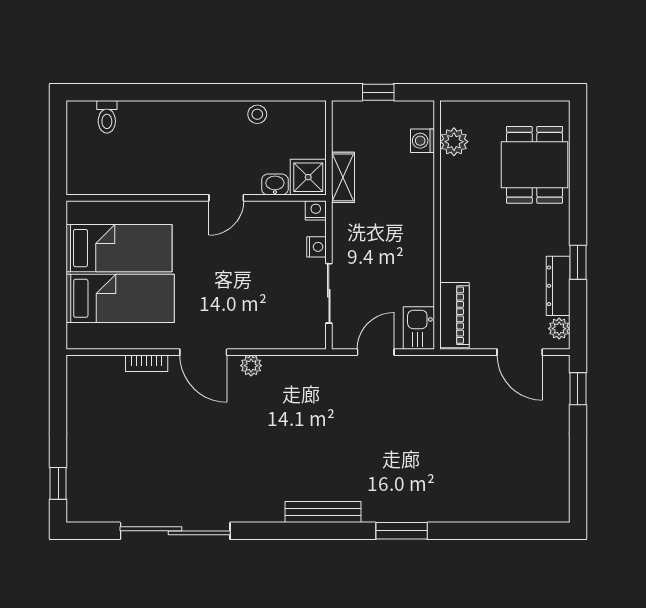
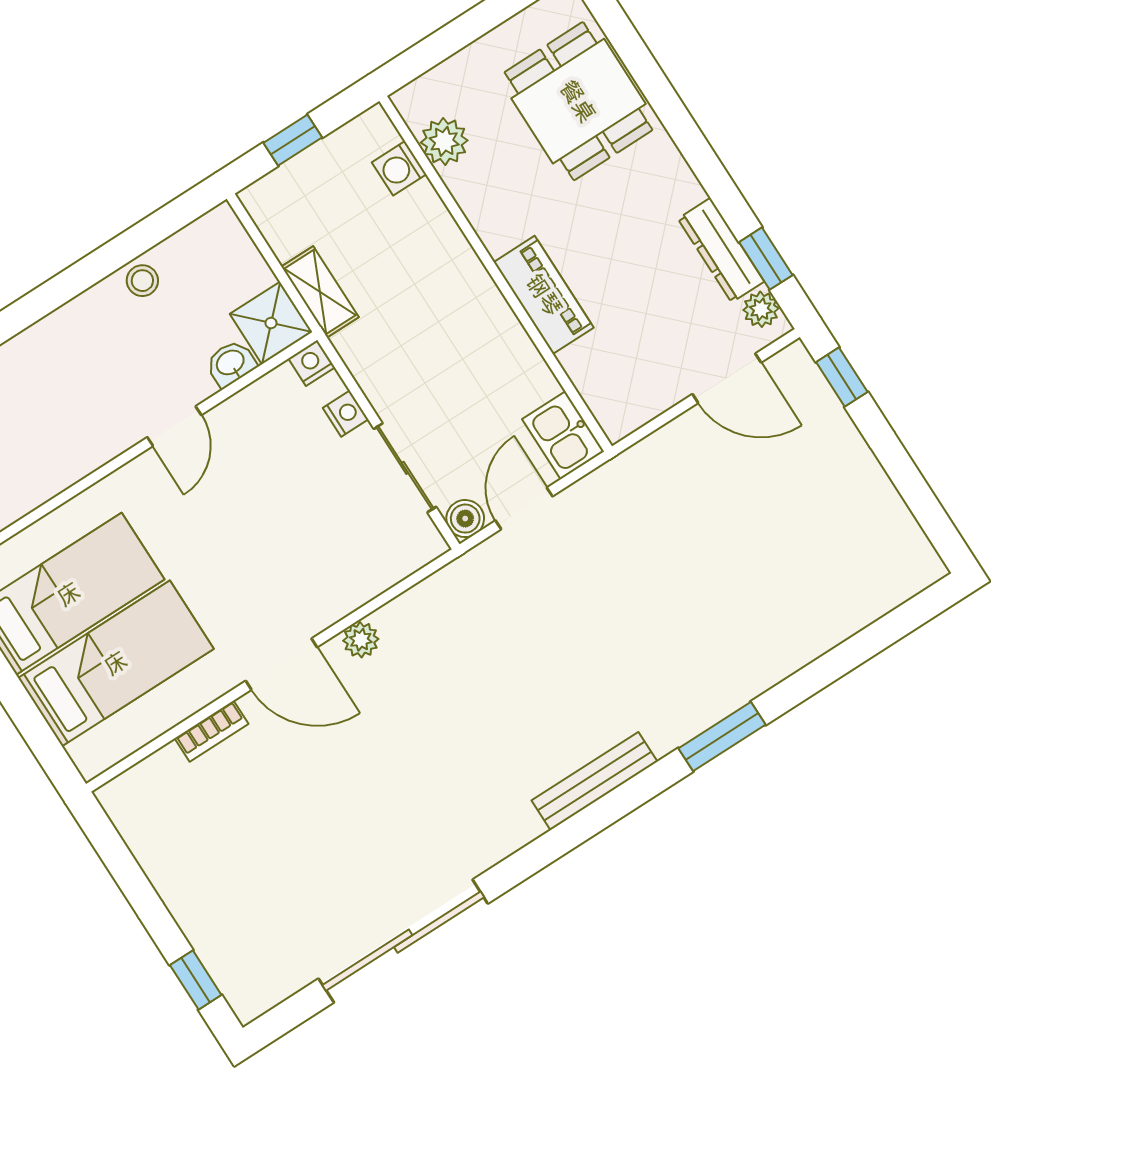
window: (578, 262) -> (766, 259), moved
piano: (454, 315) -> (544, 295), moved
boiler: (343, 338) -> (465, 519), added

